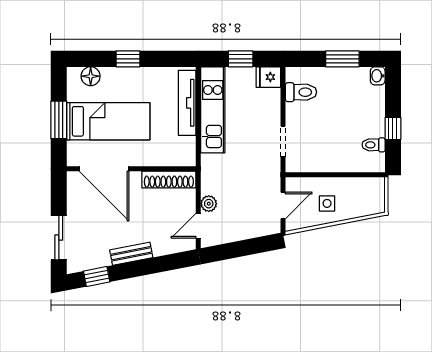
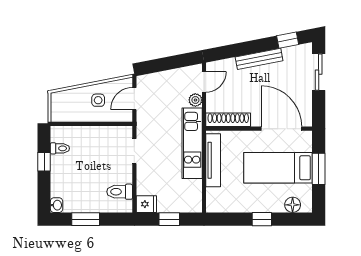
tv unit: (187, 103) -> (213, 160), moved
kitchen unit: (213, 110) -> (192, 143), moved
bench: (131, 254) -> (259, 59), width x1.36

